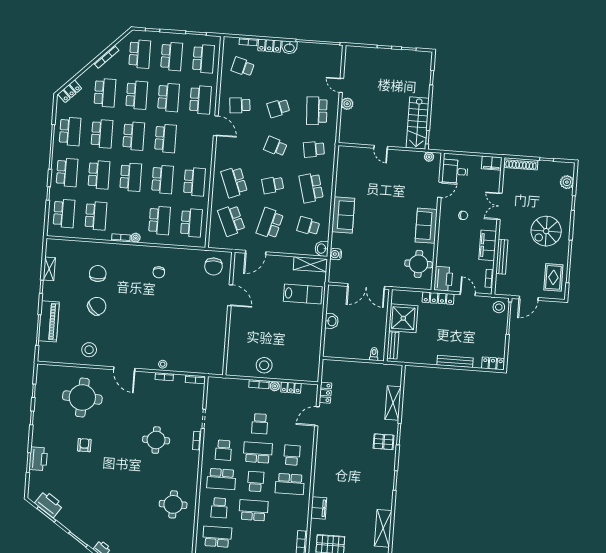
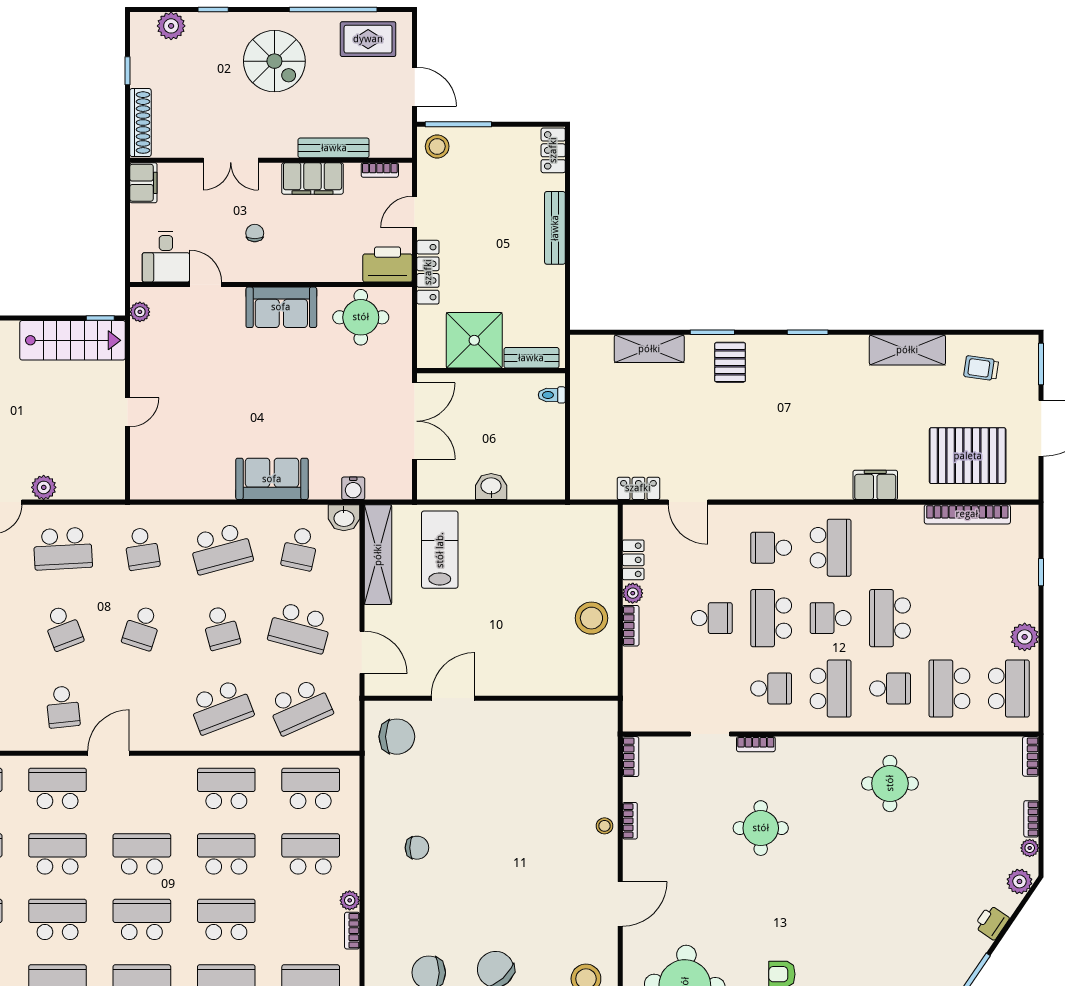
shelving: (310, 264) -> (378, 555), width x1.47

